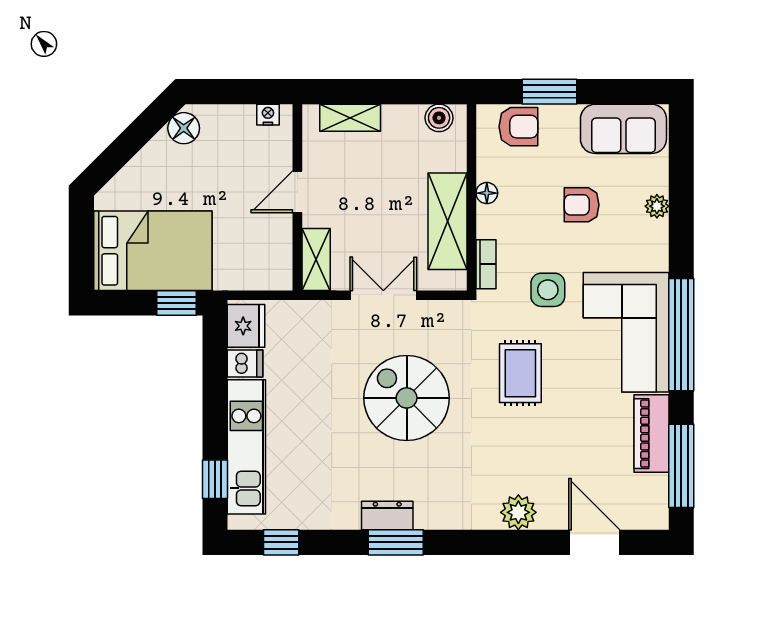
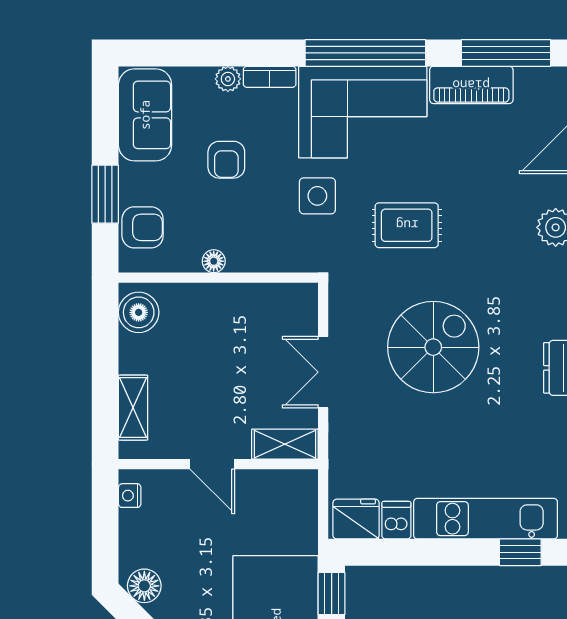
boiler: (439, 118) -> (139, 312), width x1.36, depth x1.36
armchair: (518, 127) -> (143, 227), turned 90
shelving: (447, 221) -> (244, 303), removed
bookcase: (486, 264) -> (270, 77), moved, turned 180
spiral stairs: (407, 398) -> (433, 347), turned 180

